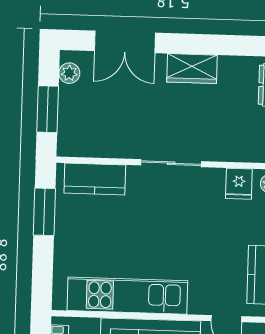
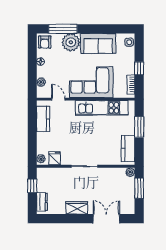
plant: (69, 73) -> (130, 172), moved
kitchen counter: (95, 179) -> (128, 149), moved, turned -90
window: (44, 212) -> (139, 127), moved

